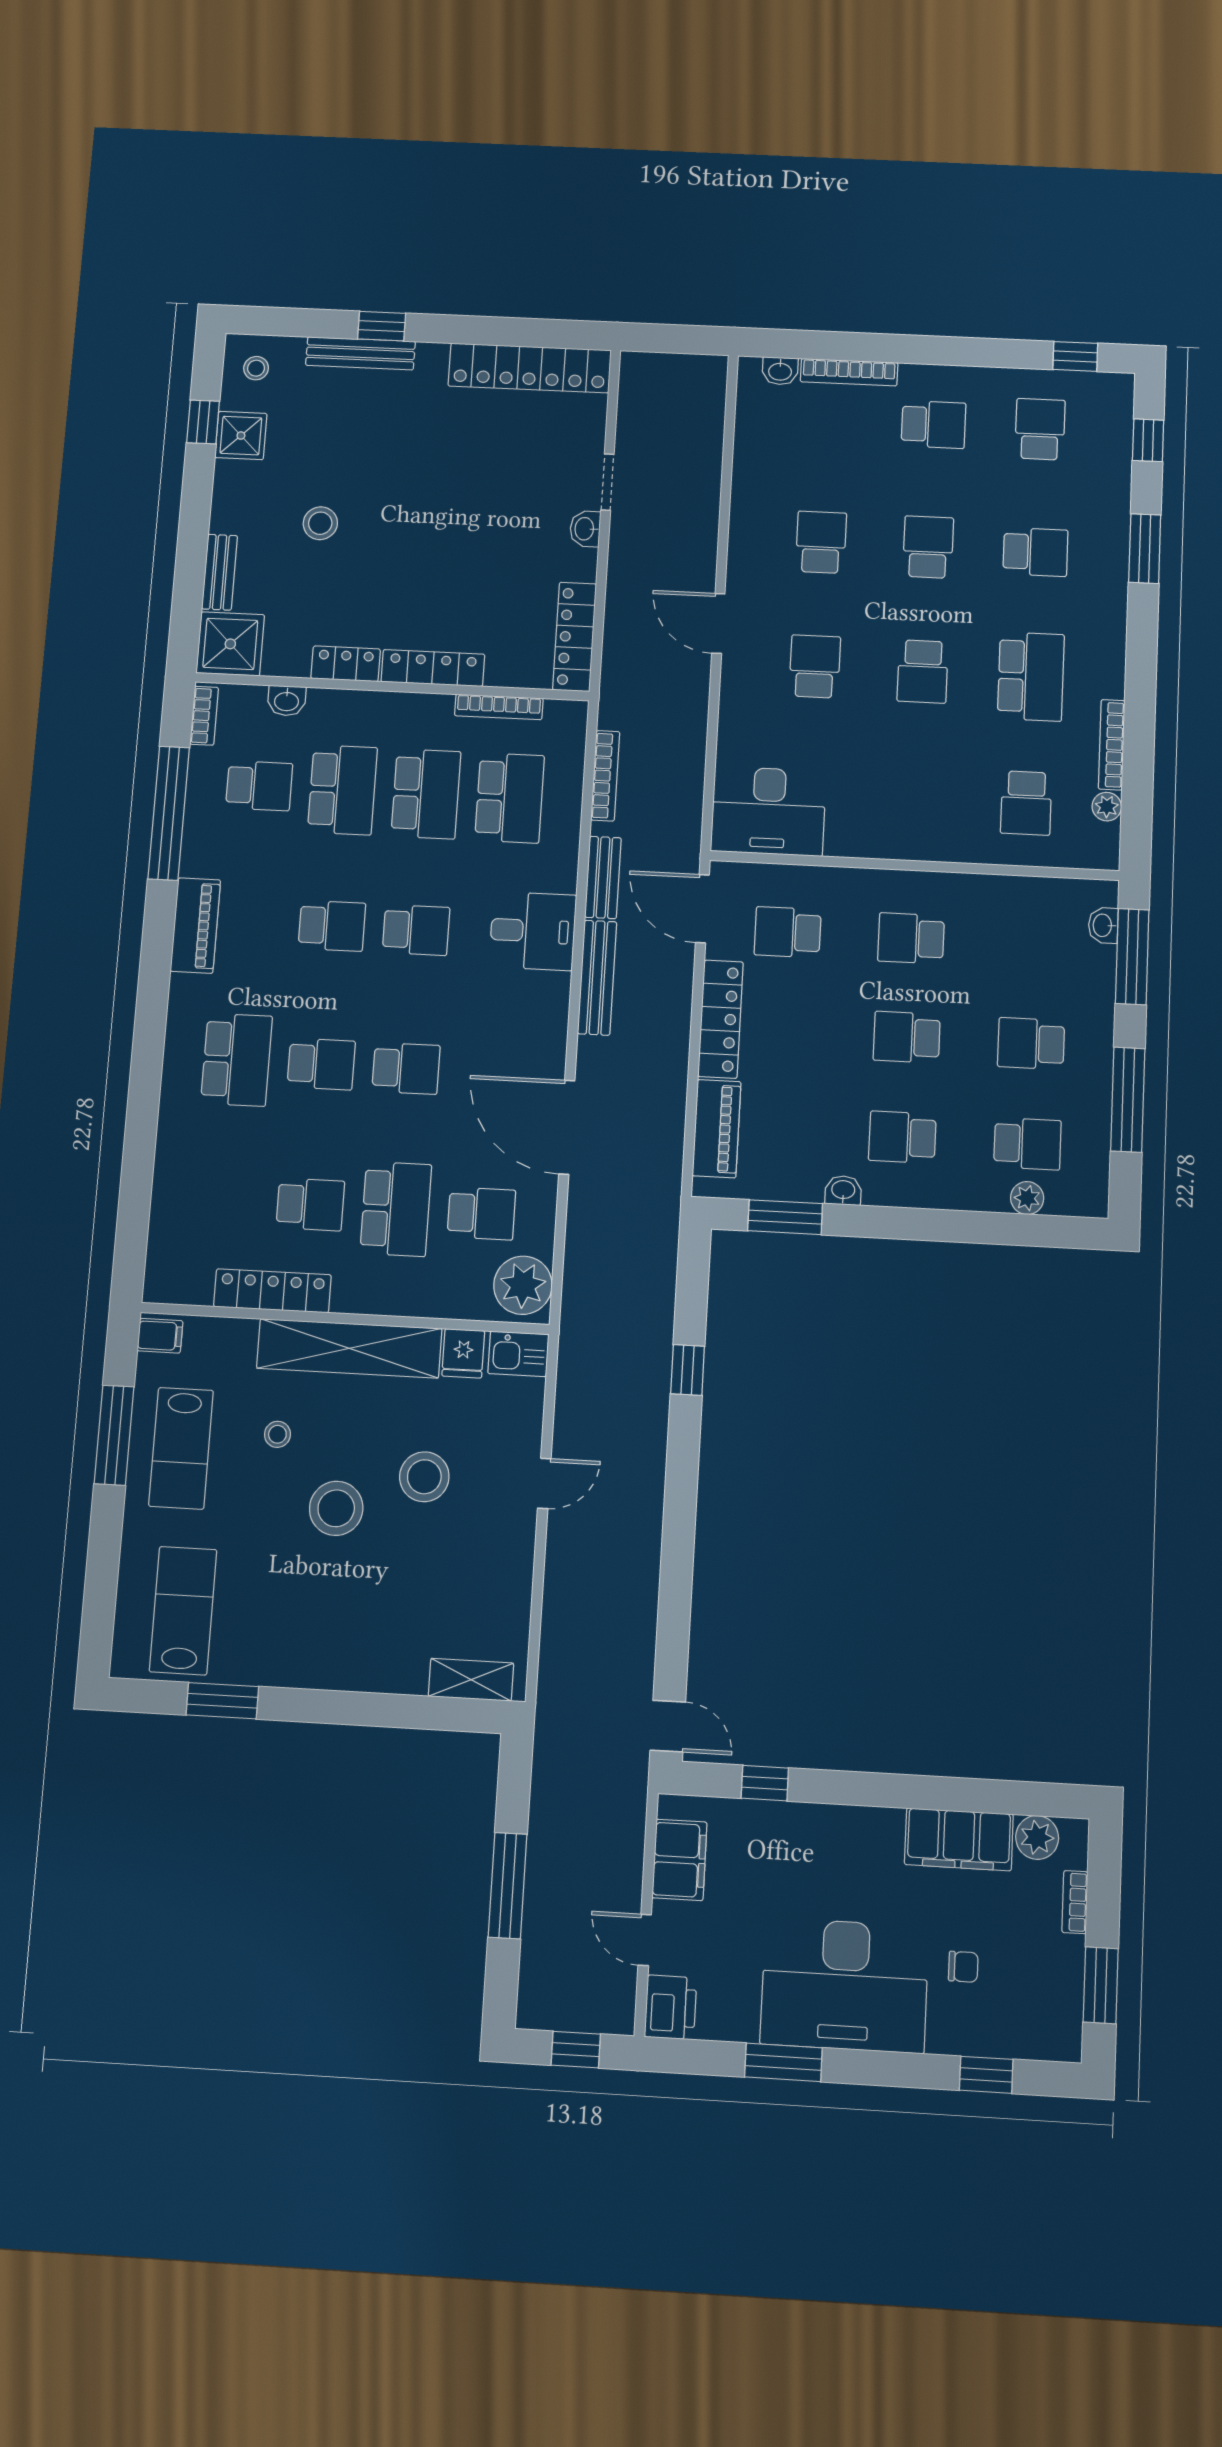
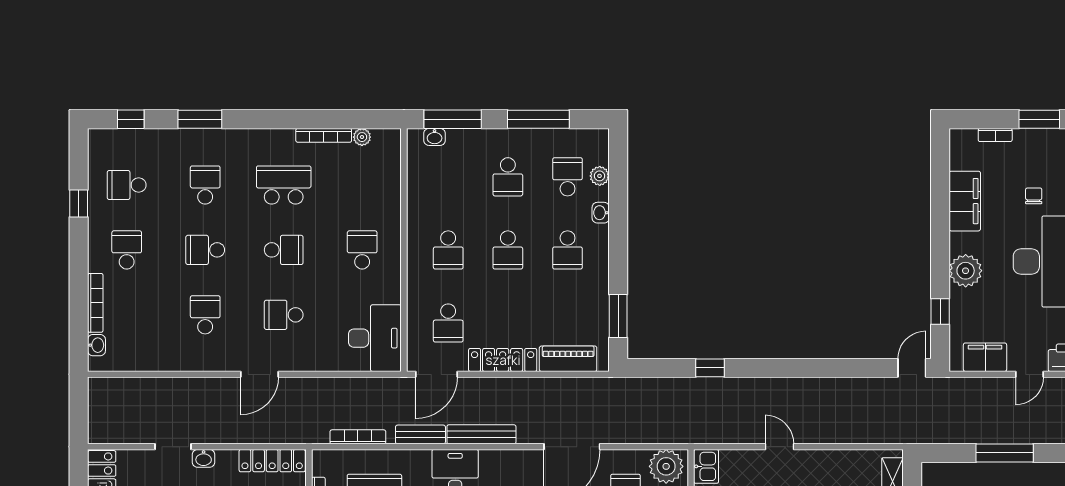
window: (1075, 356) -> (79, 204), moved
school desk: (821, 542) -> (205, 315), turned 90
school desk: (1026, 803) -> (362, 250), moved, turned -90
washbasin: (843, 1190) -> (601, 213), moved
plant: (1037, 1837) -> (966, 271), moved, width x1.36, depth x1.36

